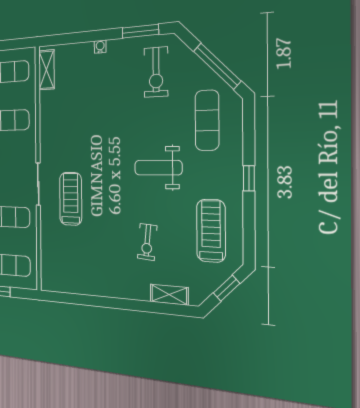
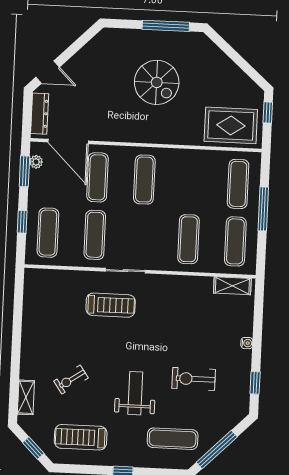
window: (140, 31) -> (255, 383), width x0.67
exercise bike: (156, 72) -> (194, 379), moved
treadmill: (211, 231) -> (81, 437), turned 180
exercise bike: (147, 242) -> (71, 379), turned -39

